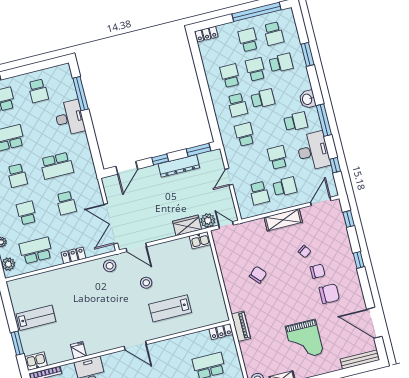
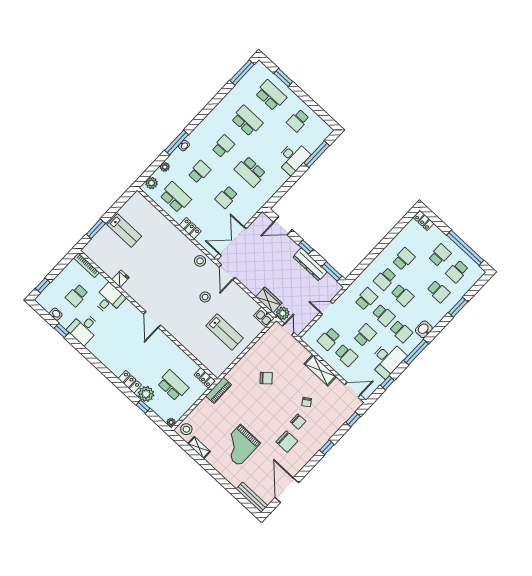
school desk: (256, 69) -> (384, 315), moved, turned 90
school desk: (17, 176) -> (223, 146), turned 180
lab bench: (170, 308) -> (225, 332), moved, turned 180
kitchen sink: (36, 361) -> (91, 252), removed

